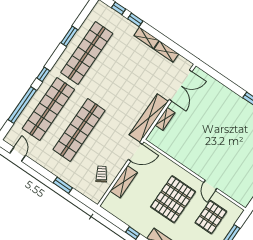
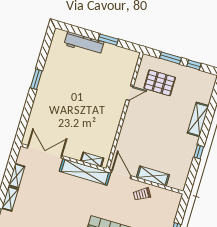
shelving: (165, 119) -> (92, 160), moved
trolley: (102, 174) -> (142, 194), moved
pallet: (173, 199) -> (154, 124), removed

